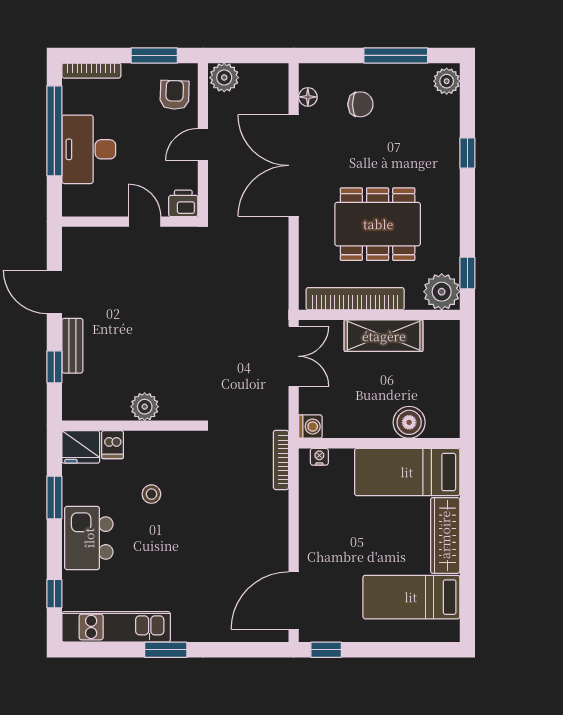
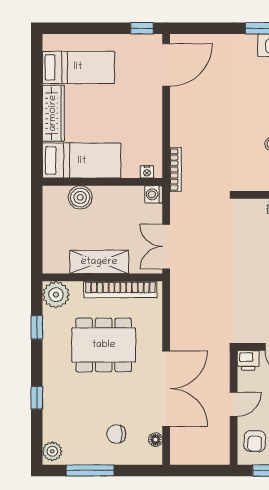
plant: (224, 78) -> (218, 454), removed
window: (467, 273) -> (37, 327), moved

